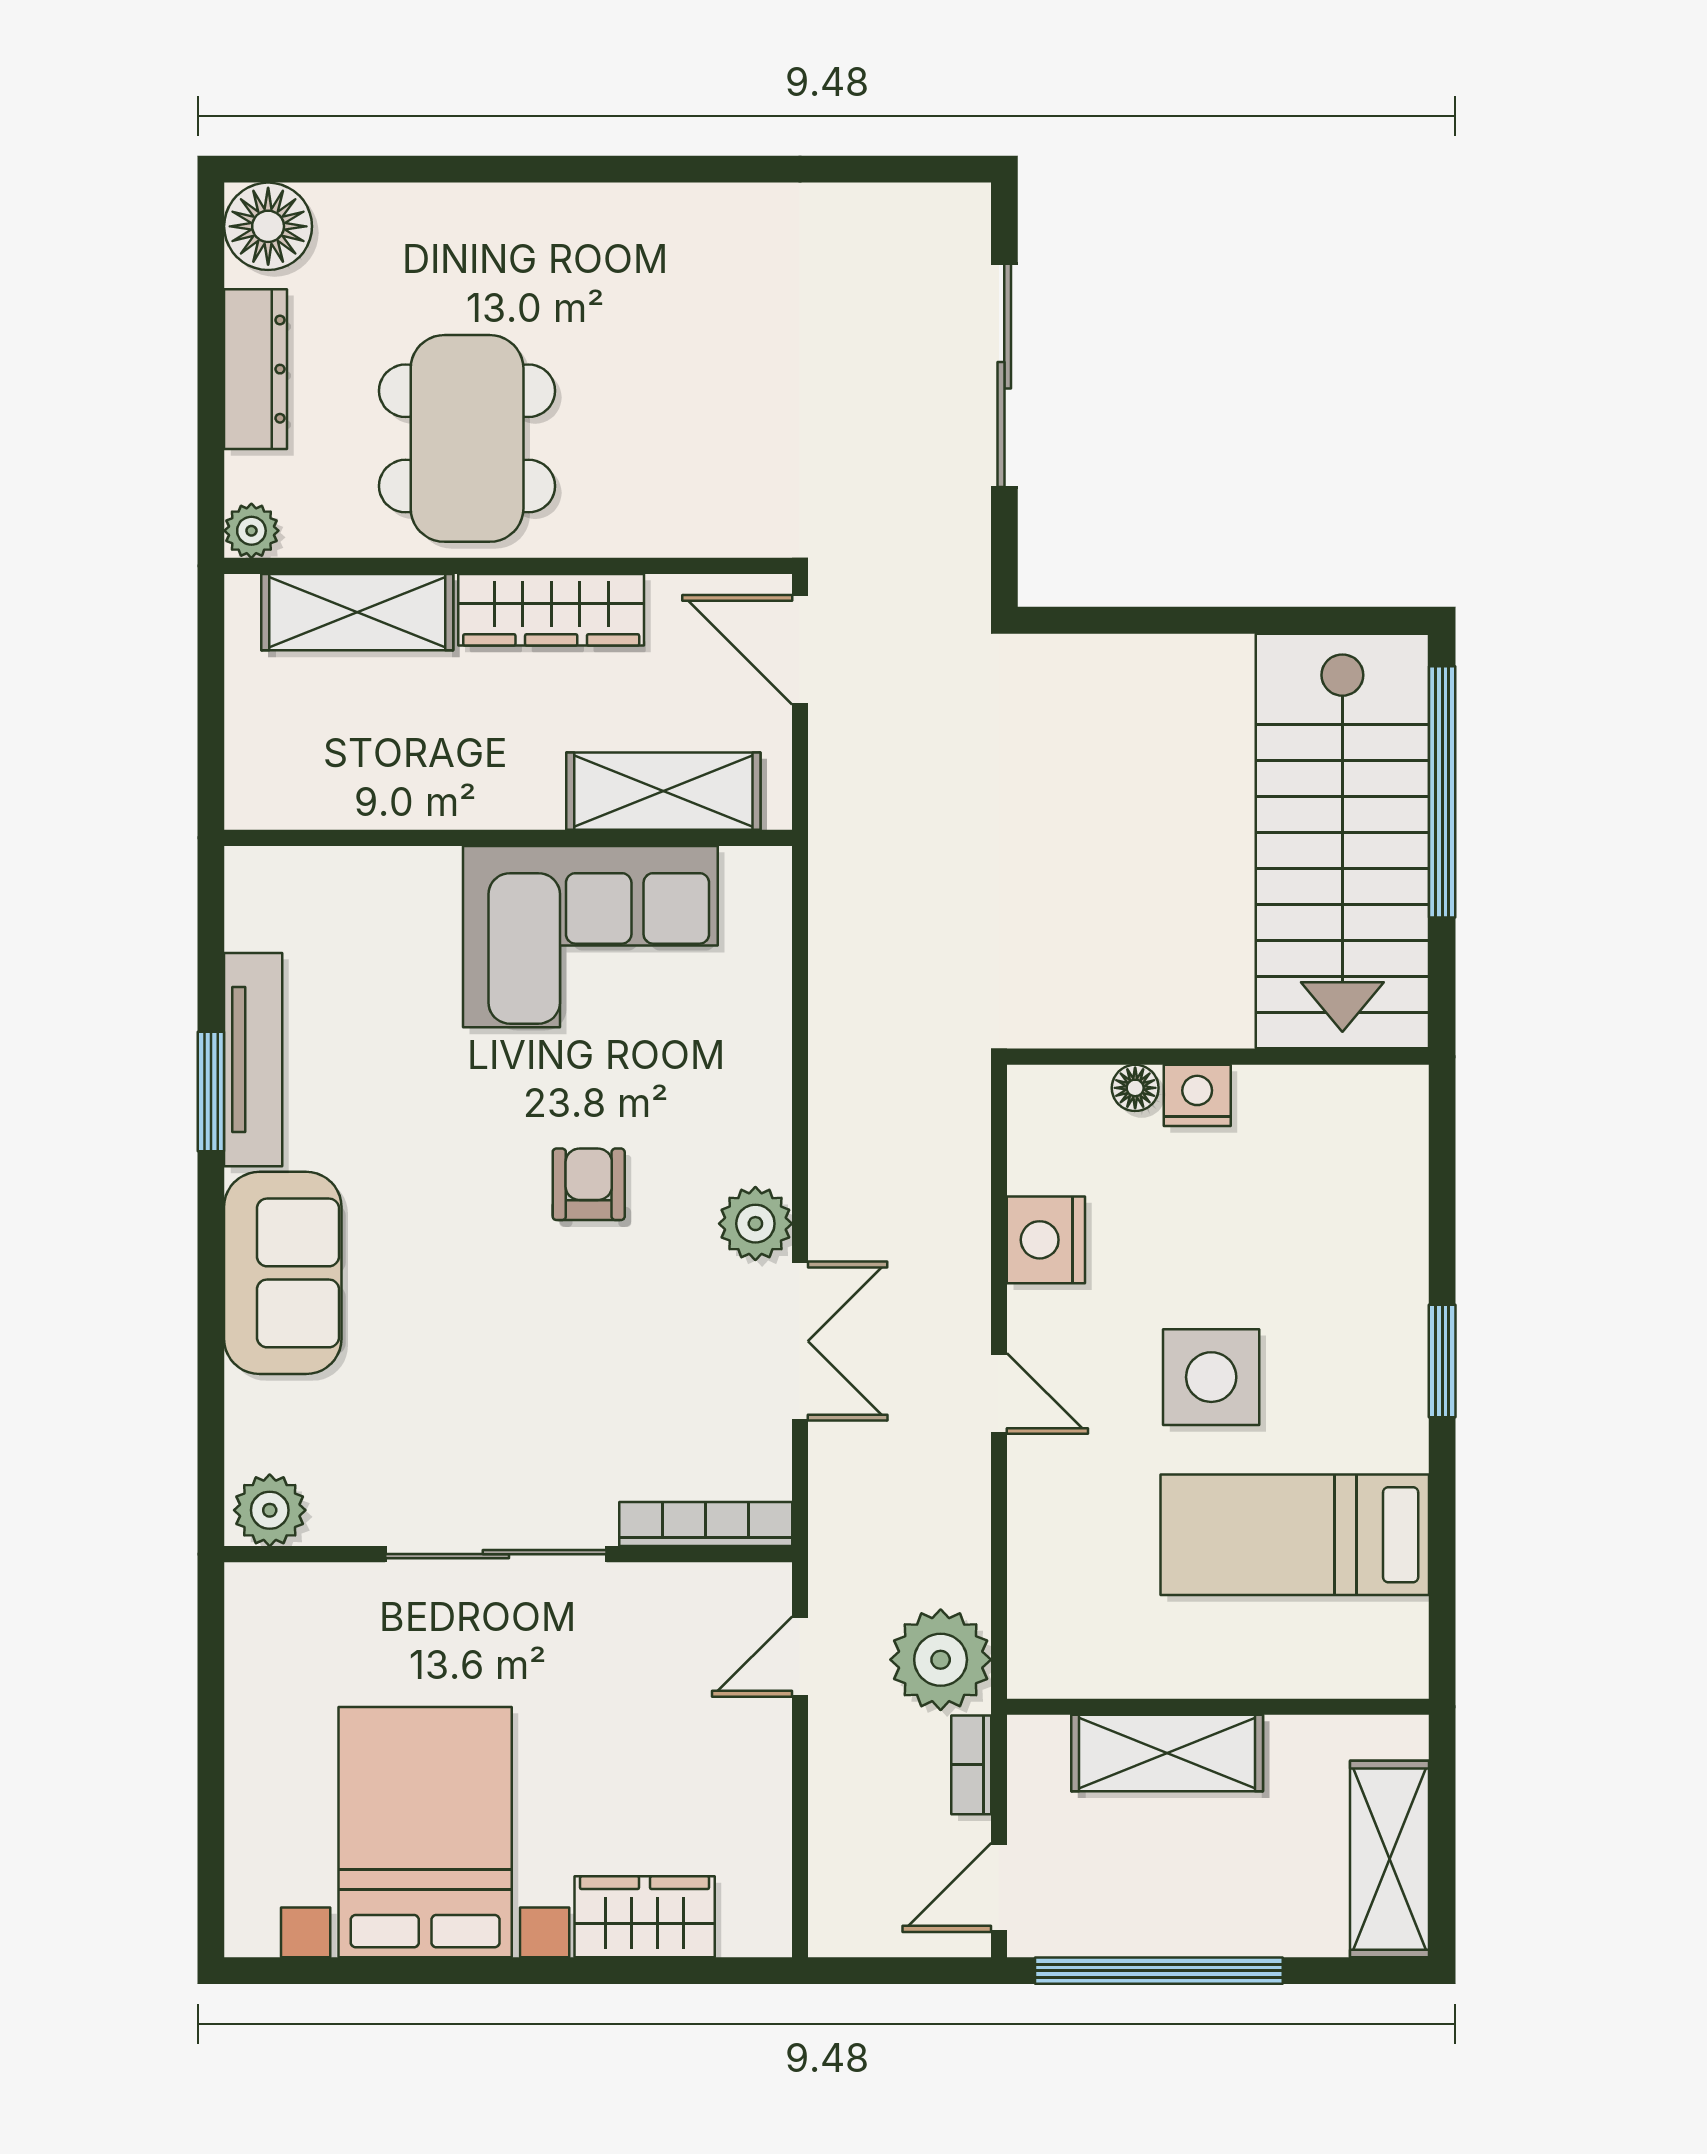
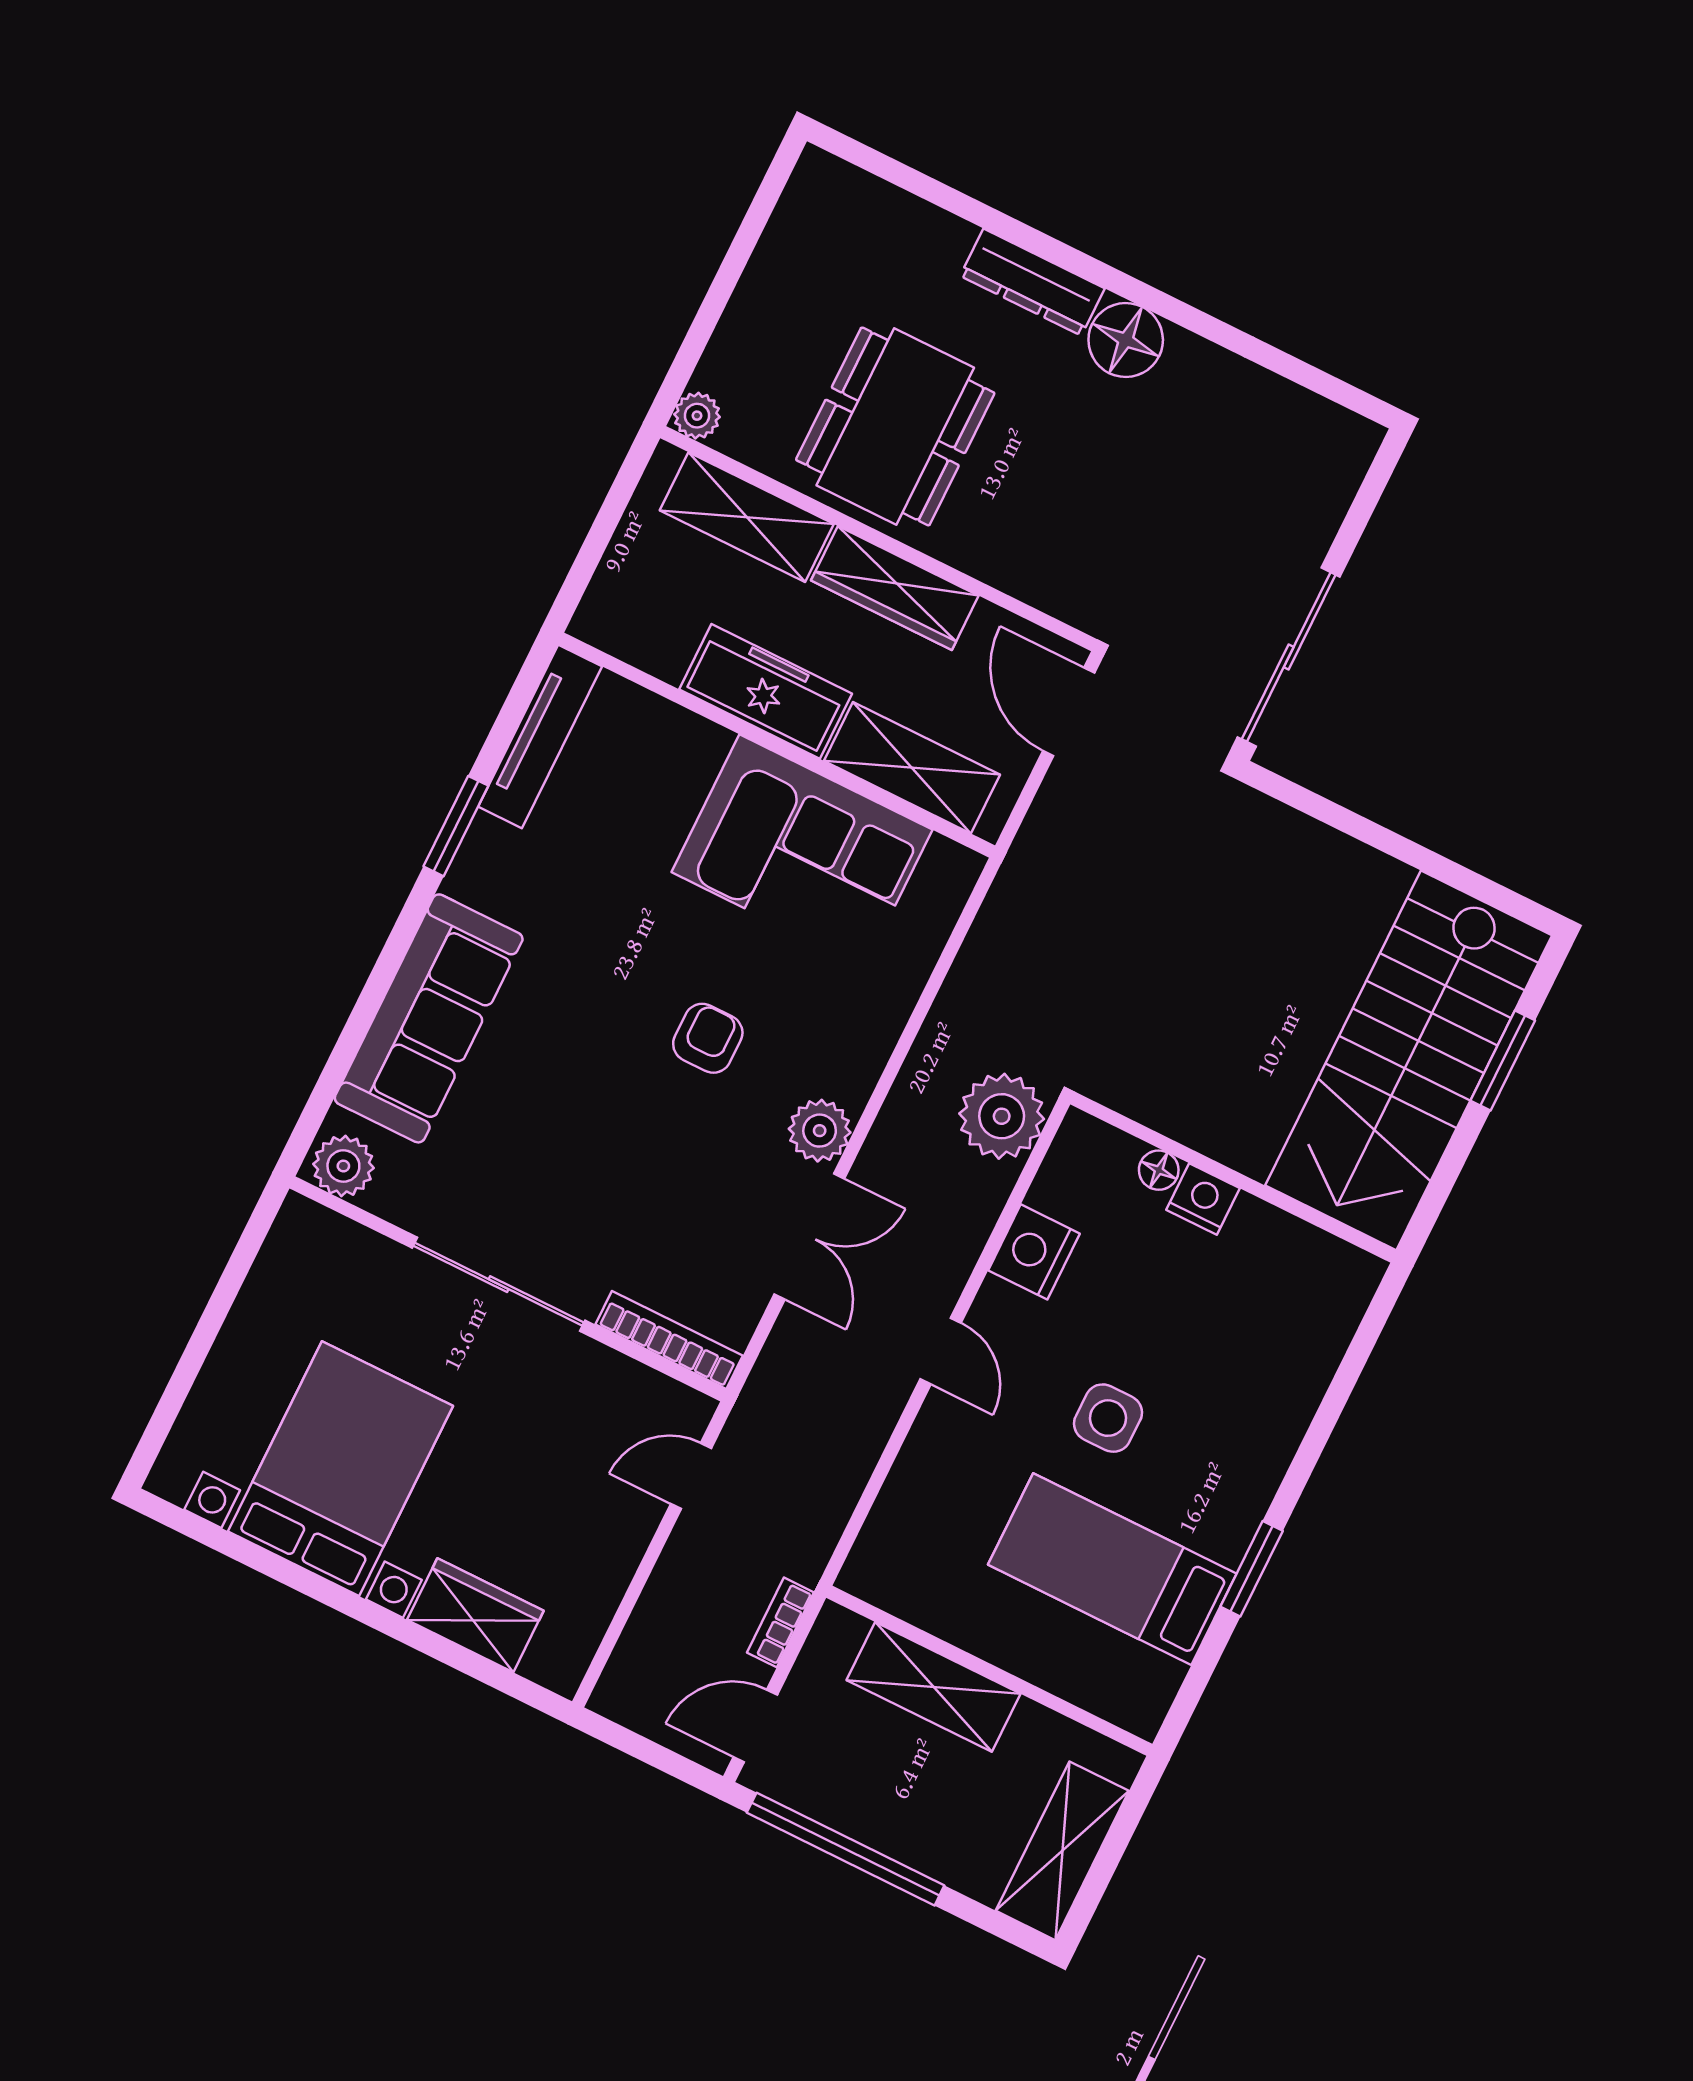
floor lamp: (268, 226) -> (1126, 340), moved
dresser: (256, 369) -> (1032, 282), moved, turned 90
sliding door: (1004, 375) -> (1289, 657), moved
freezer: (468, 787) -> (766, 691), added
window: (1442, 792) -> (1503, 1061), width x0.47
tv unit: (253, 1060) -> (540, 736), moved
sofa: (283, 1273) -> (429, 1018), width x1.36
window: (1442, 1361) -> (1252, 1569), moved
side table: (1211, 1377) -> (1108, 1418), width x0.73, depth x0.73
plant: (941, 1660) -> (1002, 1116), moved

